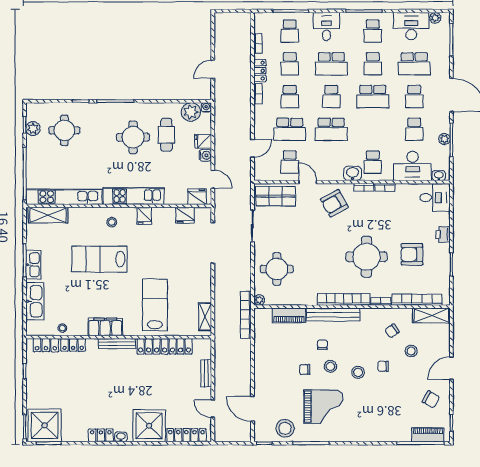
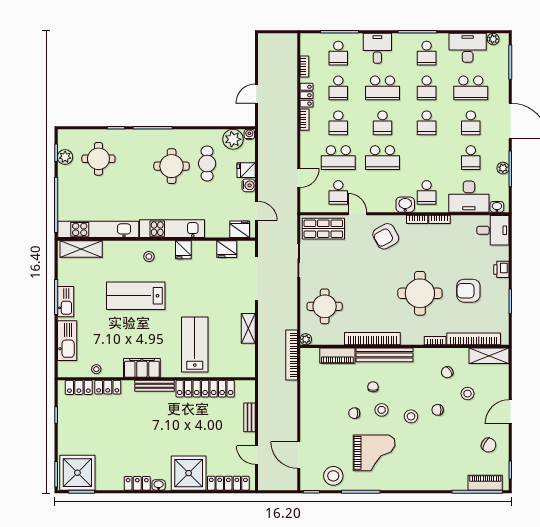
school desk: (373, 97) -> (427, 123), width x0.54
bookcase: (344, 299) -> (372, 339), moved
shelving: (205, 317) -> (248, 328), moved

